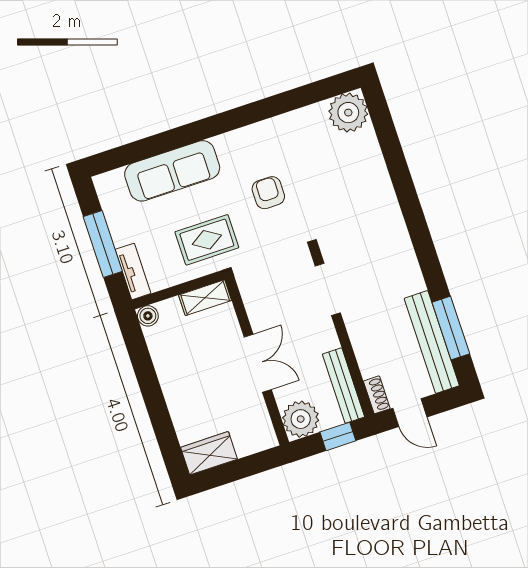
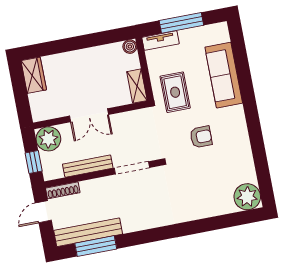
bench: (344, 386) -> (88, 166), moved
shoe rack: (377, 395) -> (63, 190), width x1.43

